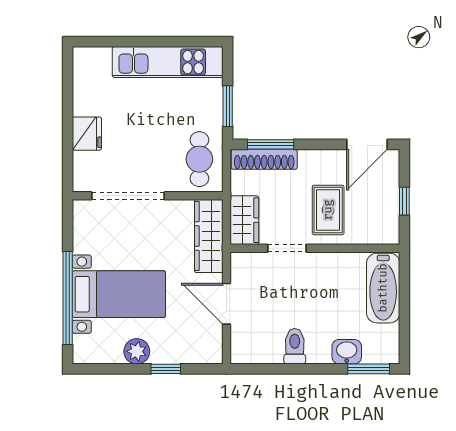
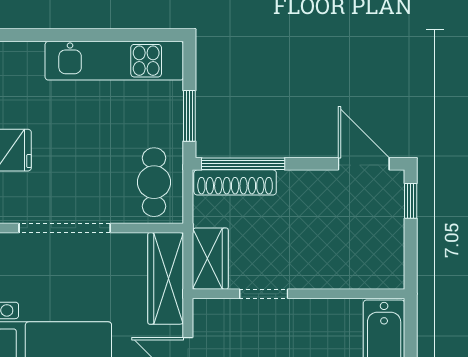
window: (271, 144) -> (243, 164), width x1.44
door: (367, 144) -> (364, 164), swing flipped
window: (404, 201) -> (411, 201), moved
rug: (328, 210) -> (315, 246), removed

